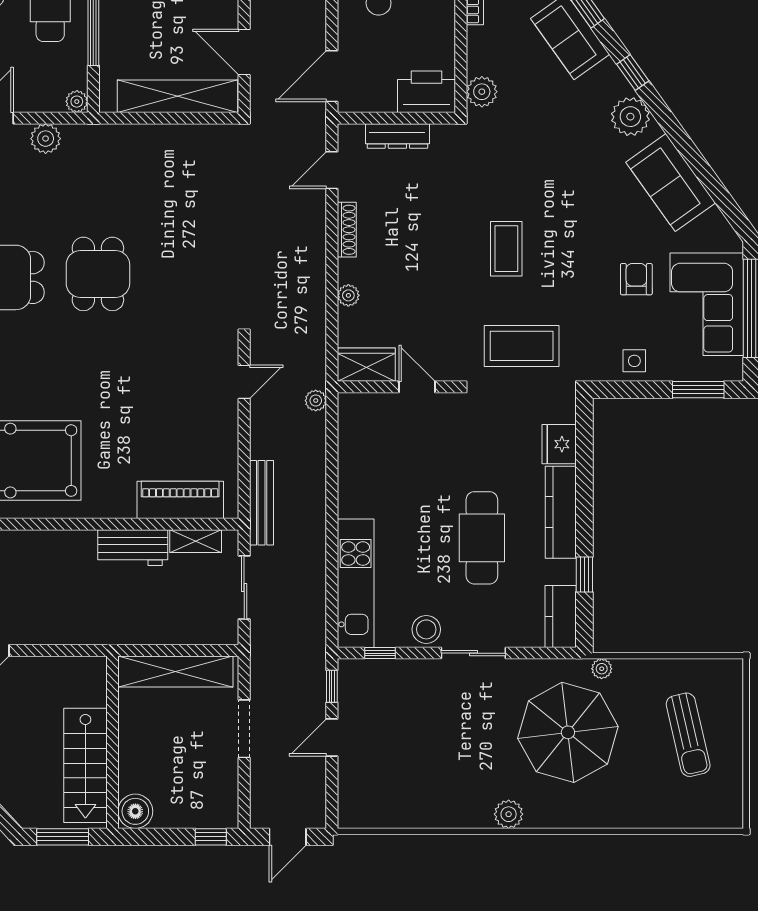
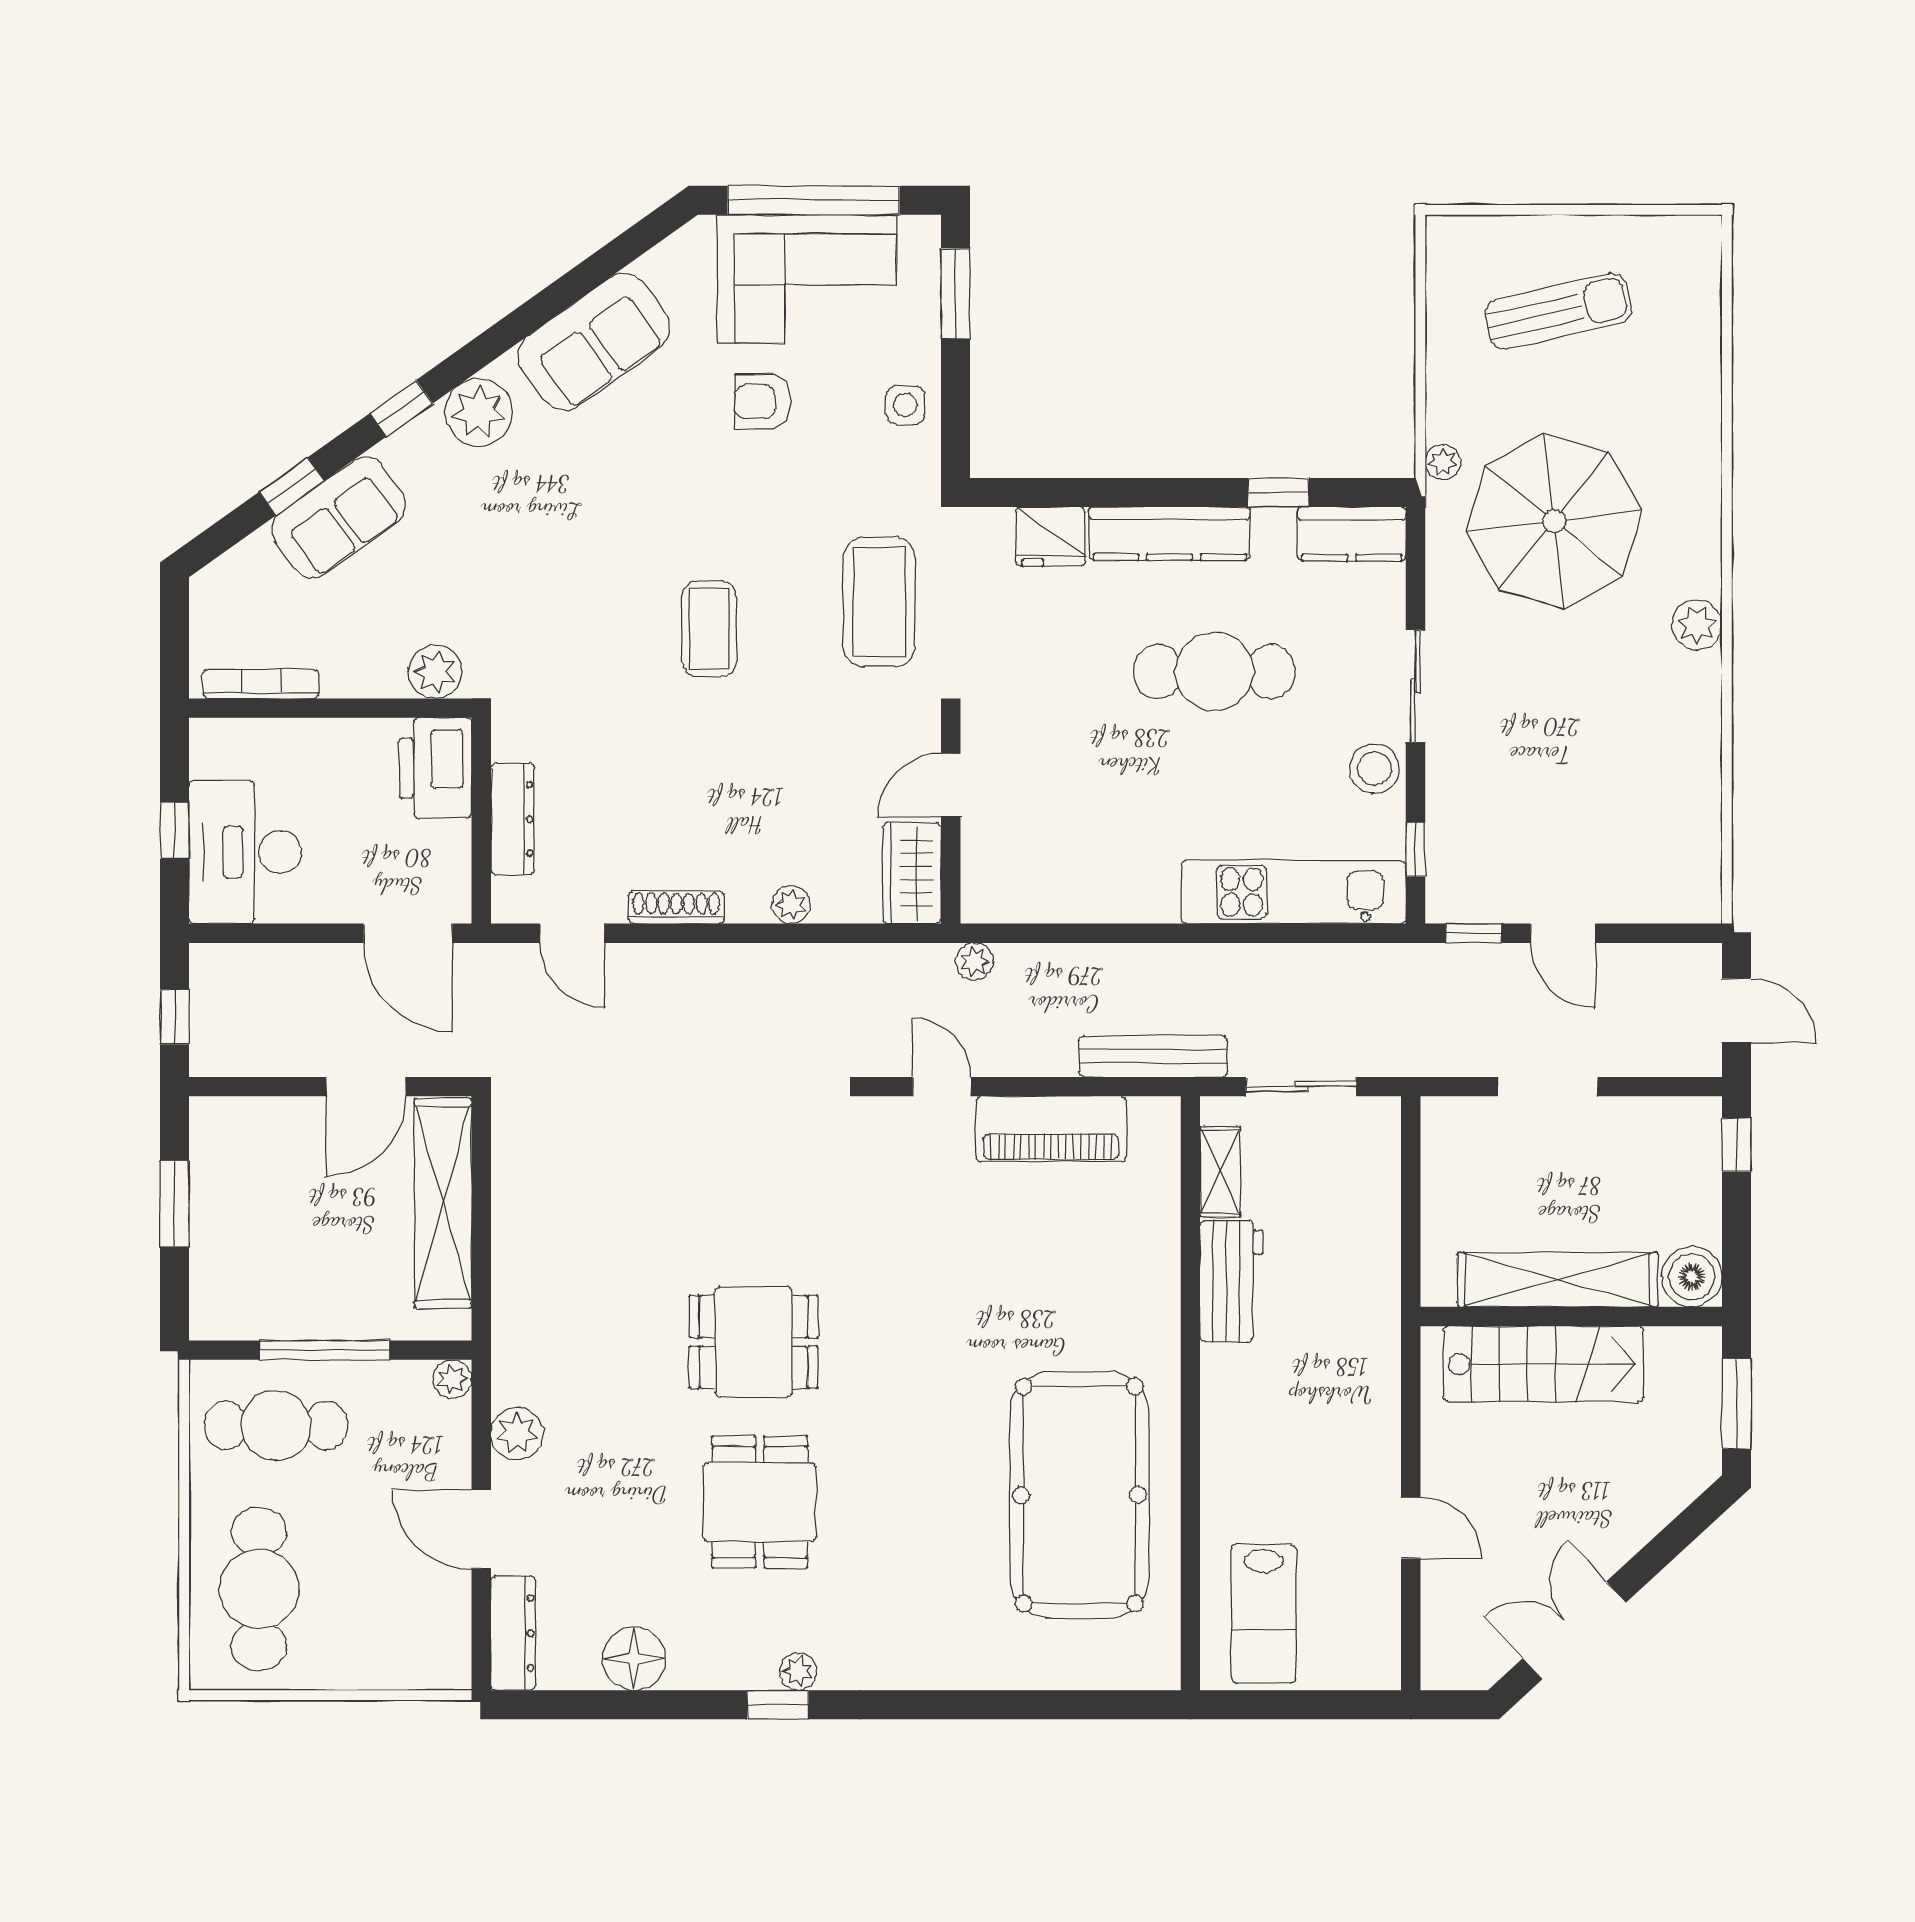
coffee table: (506, 249) -> (709, 629), turned 90
piano: (180, 500) -> (1051, 1129), moved, turned -90
shelving: (175, 671) -> (1558, 1280), moved, turned 90
stairs: (85, 765) -> (1543, 1364), moved

